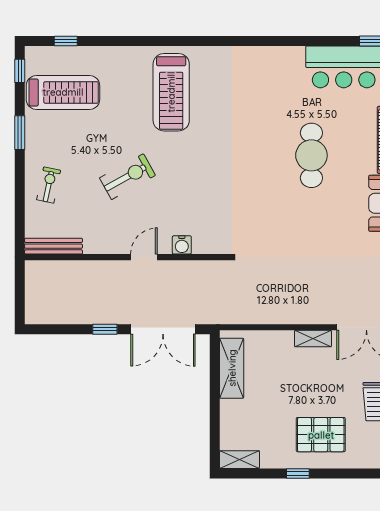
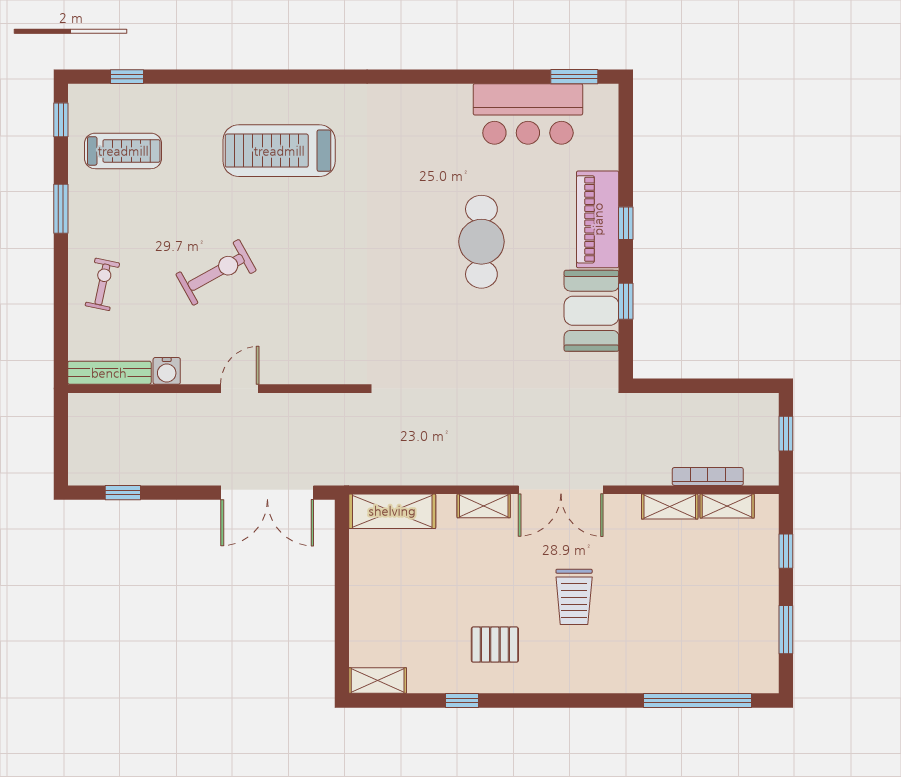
treadmill: (63, 92) -> (123, 151), width x0.73, depth x0.73
treadmill: (171, 92) -> (279, 151), turned 90
water cooler: (182, 245) -> (167, 371), moved
window: (105, 329) -> (123, 493), moved
shelving: (232, 368) -> (392, 511), moved, turned 90
pallet: (321, 435) -> (495, 645), width x0.67, depth x0.71

